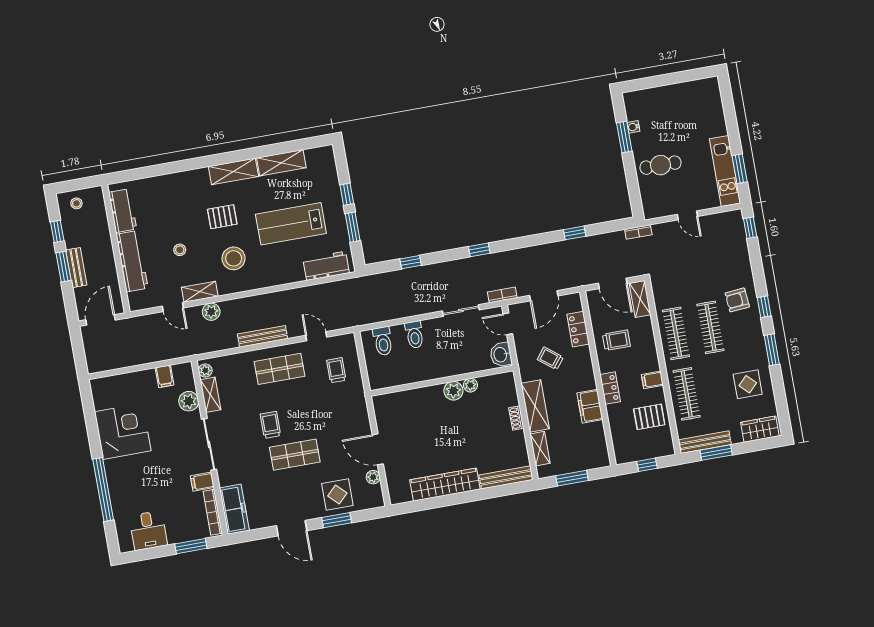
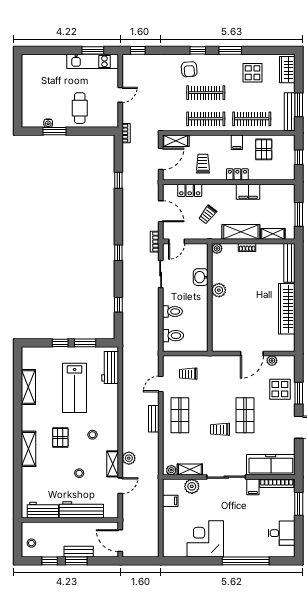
shelving: (233, 171) -> (29, 449), moved
stool: (234, 258) -> (93, 435), width x0.53, depth x0.53
bench: (262, 336) -> (154, 419), width x0.73
washbasin: (501, 355) -> (201, 277), moved, turned 90
plant: (470, 385) -> (217, 248), moved
freezer: (234, 509) -> (271, 465), width x1.36, depth x1.26

